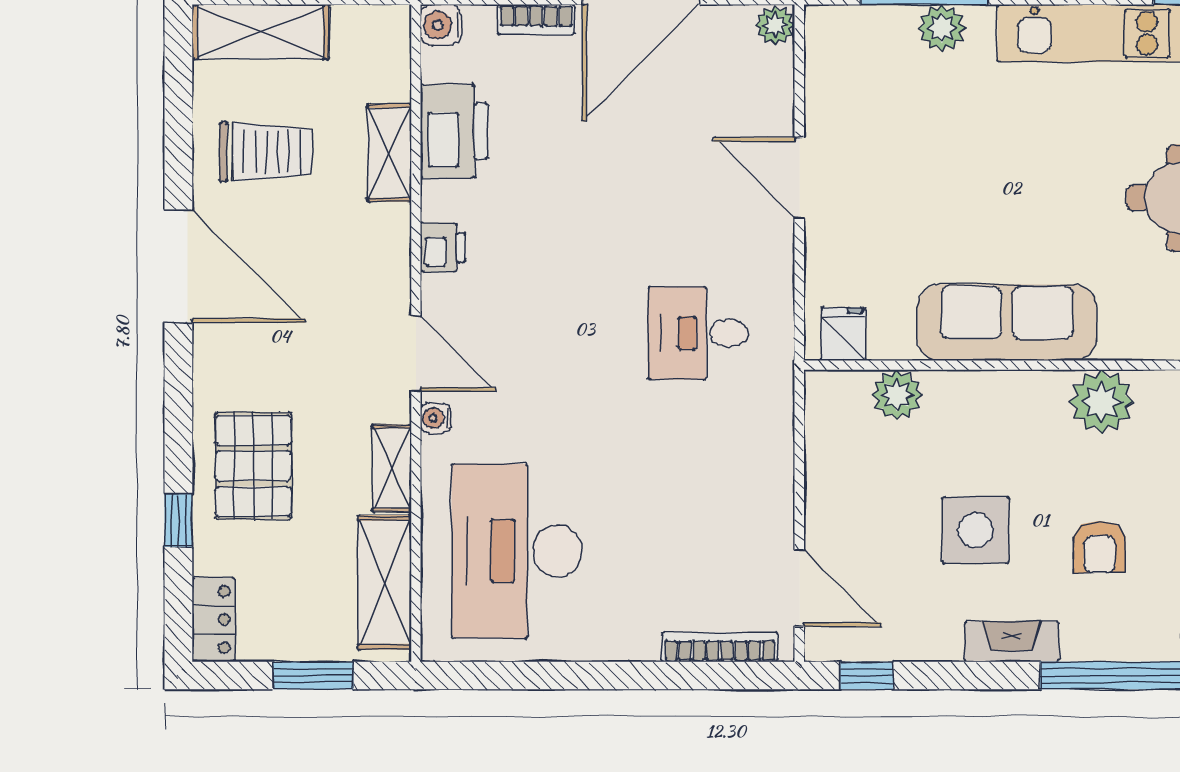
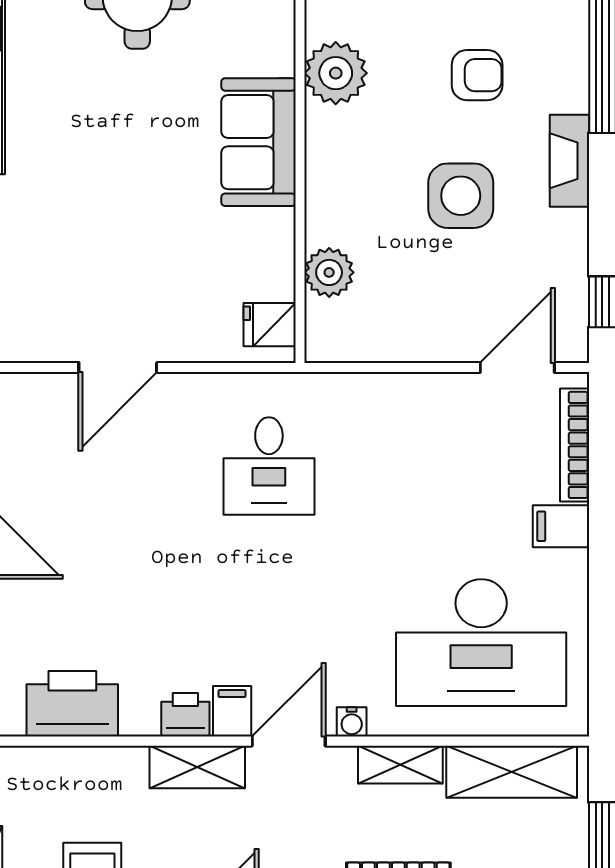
shelving: (389, 153) -> (197, 767), moved
filing cabinet: (446, 295) -> (232, 711), added
sofa: (1007, 323) -> (259, 142), width x0.73
filing cabinet: (636, 633) -> (561, 526), added

